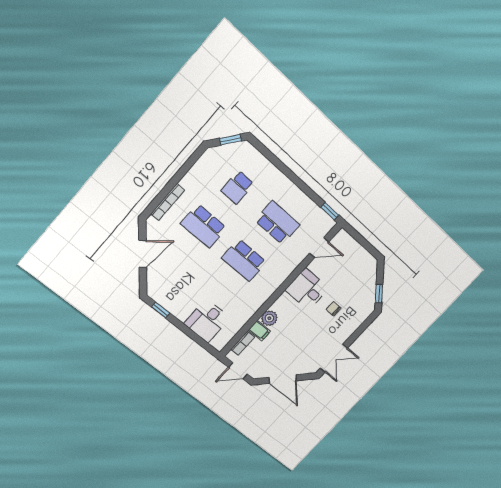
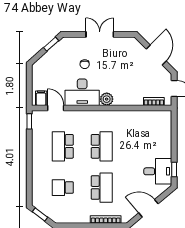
school desk: (237, 187) -> (63, 188), turned 180
desk: (307, 289) -> (82, 92), width x1.37
plant: (269, 318) -> (107, 99), moved
desk: (207, 321) -> (158, 171), moved
filing cabinet: (259, 331) -> (41, 98), moved
double door: (334, 358) -> (100, 34), moved

